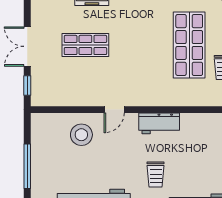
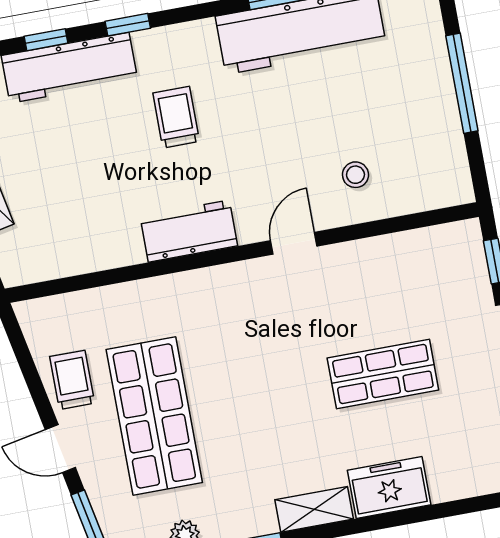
stool: (81, 135) -> (355, 175), width x0.53, depth x0.53

